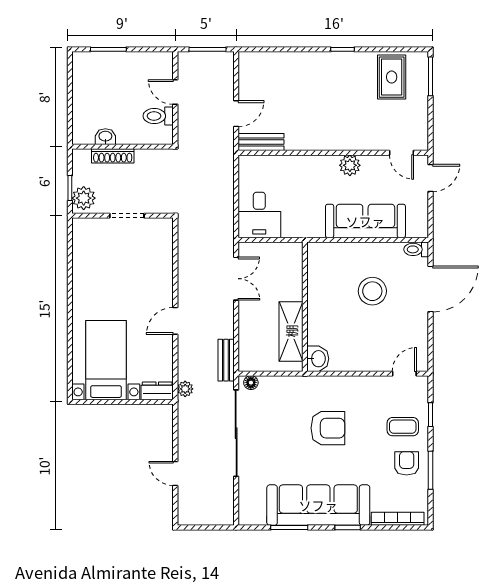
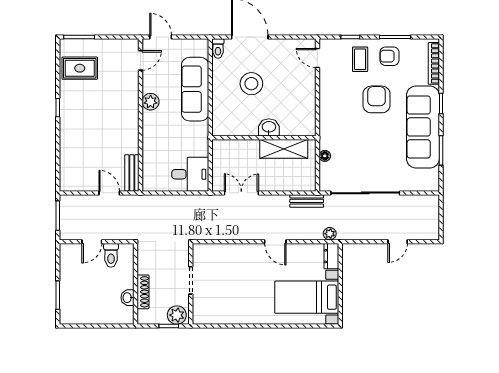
washbasin: (318, 359) -> (269, 127), moved
floor lamp: (251, 383) -> (325, 156), moved
armchair: (328, 428) -> (376, 99), moved

